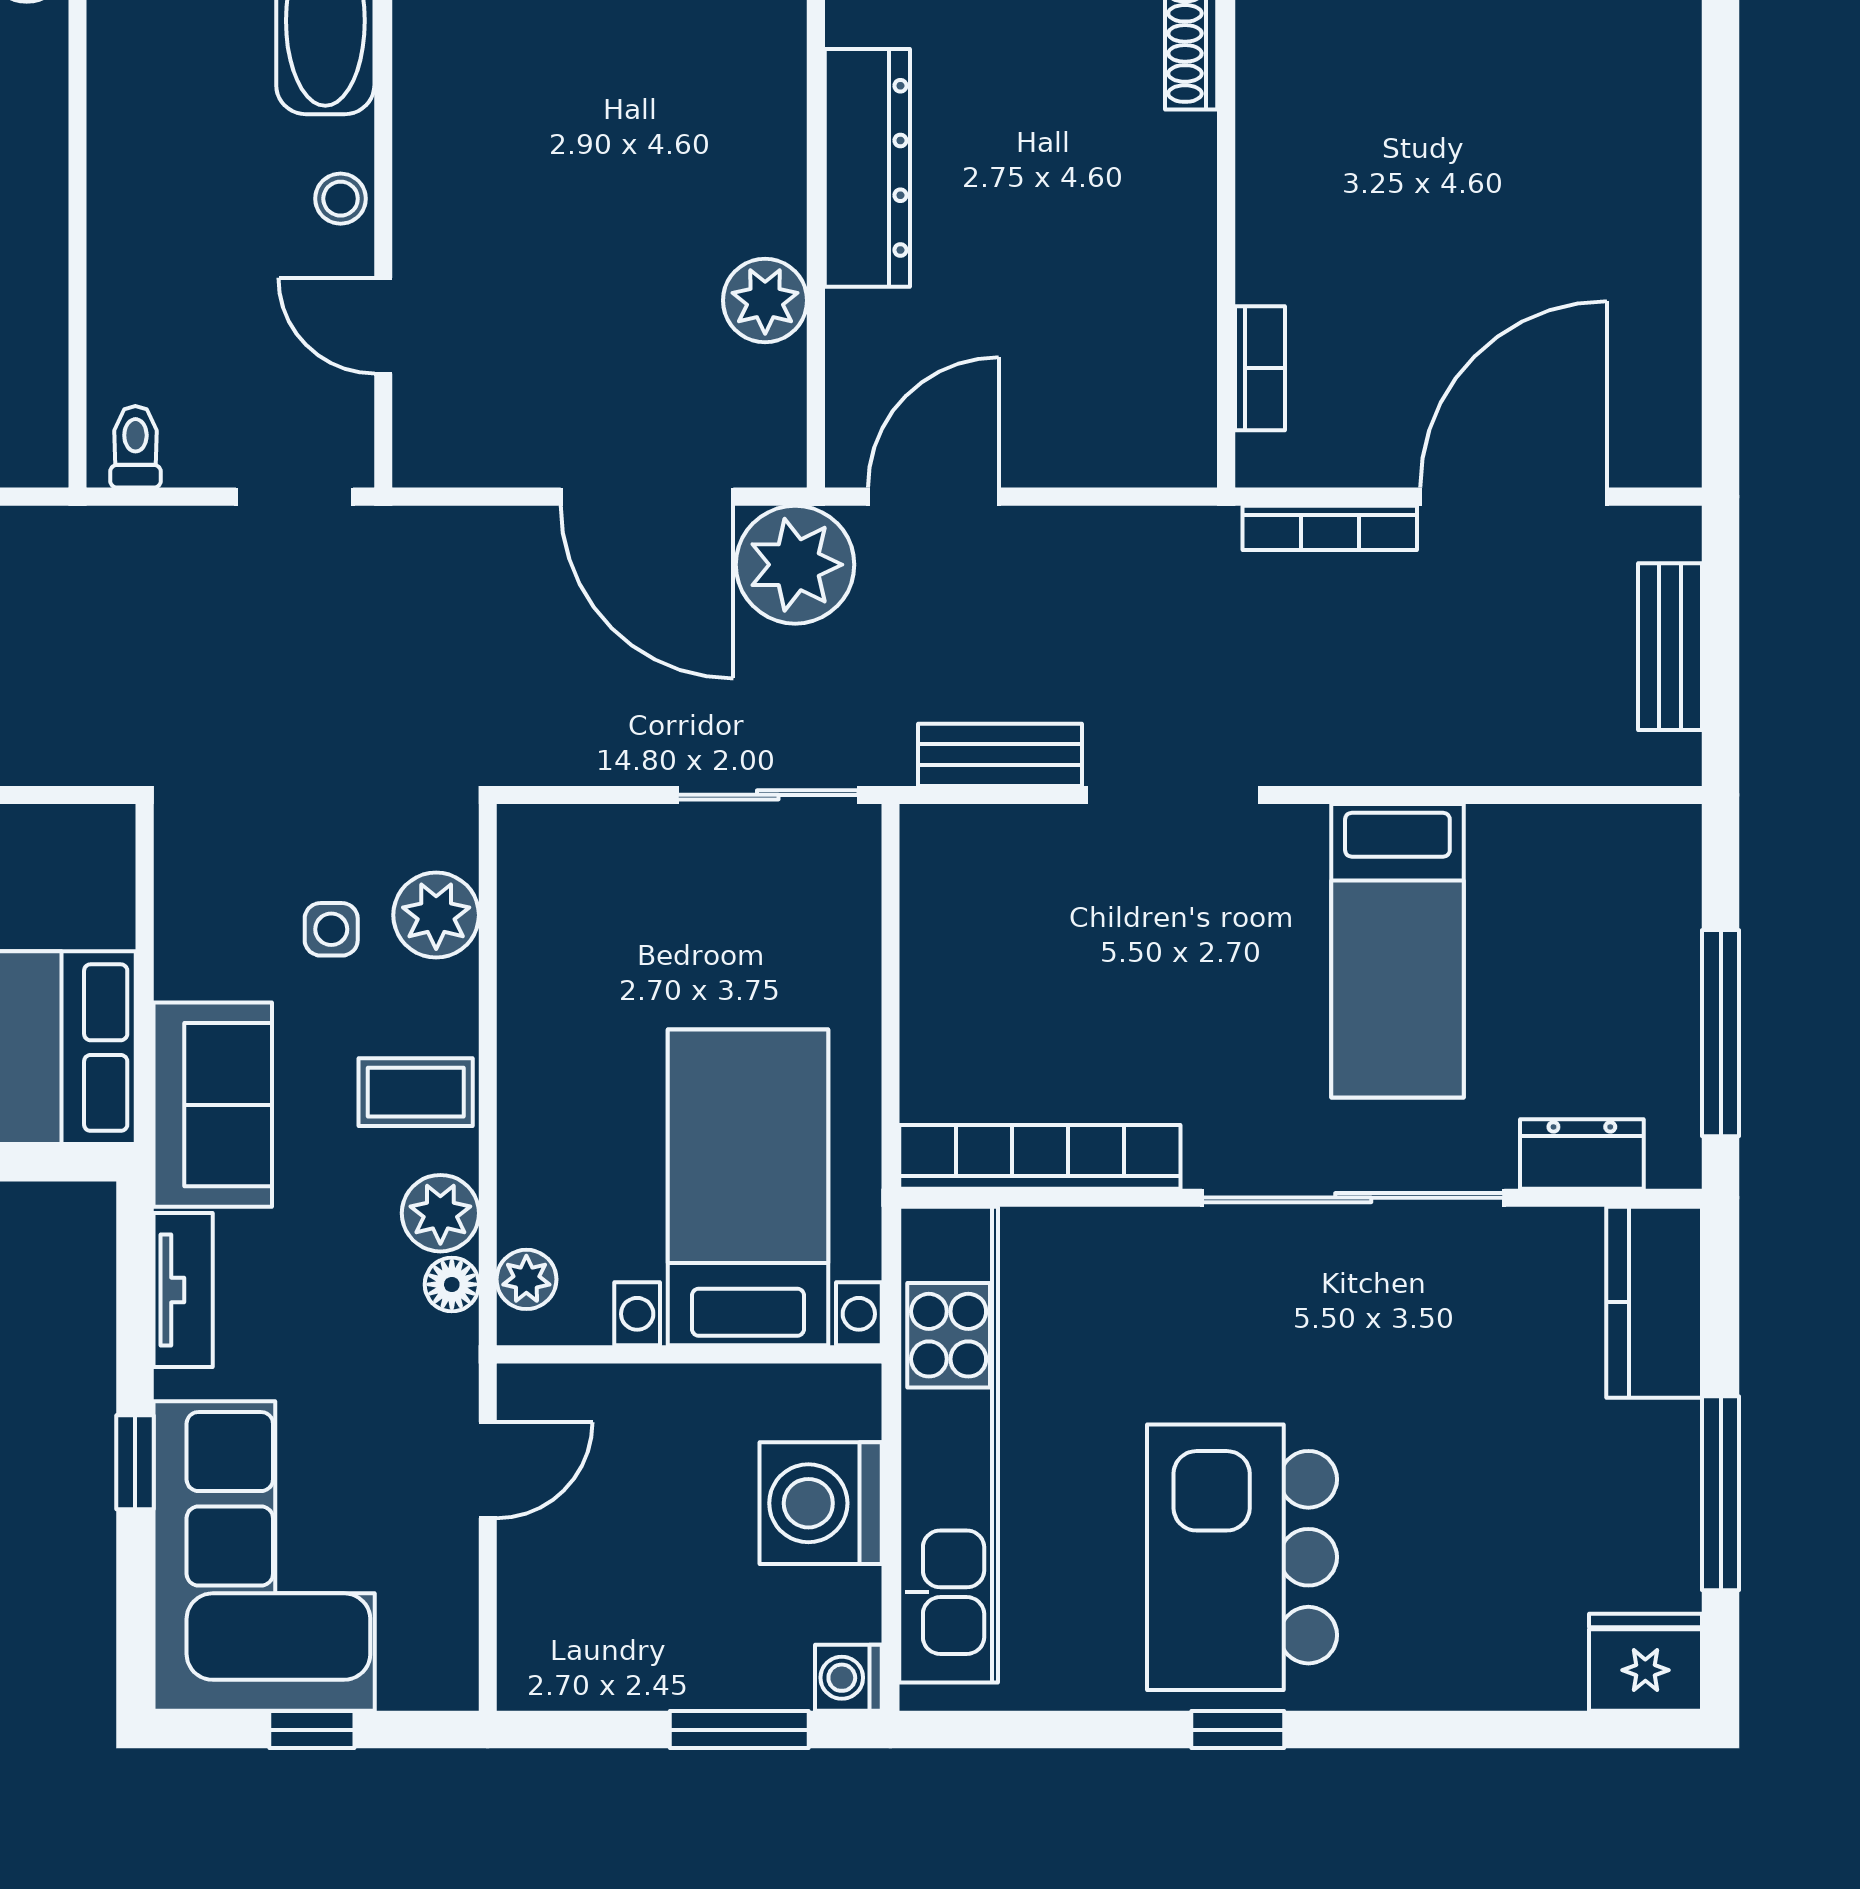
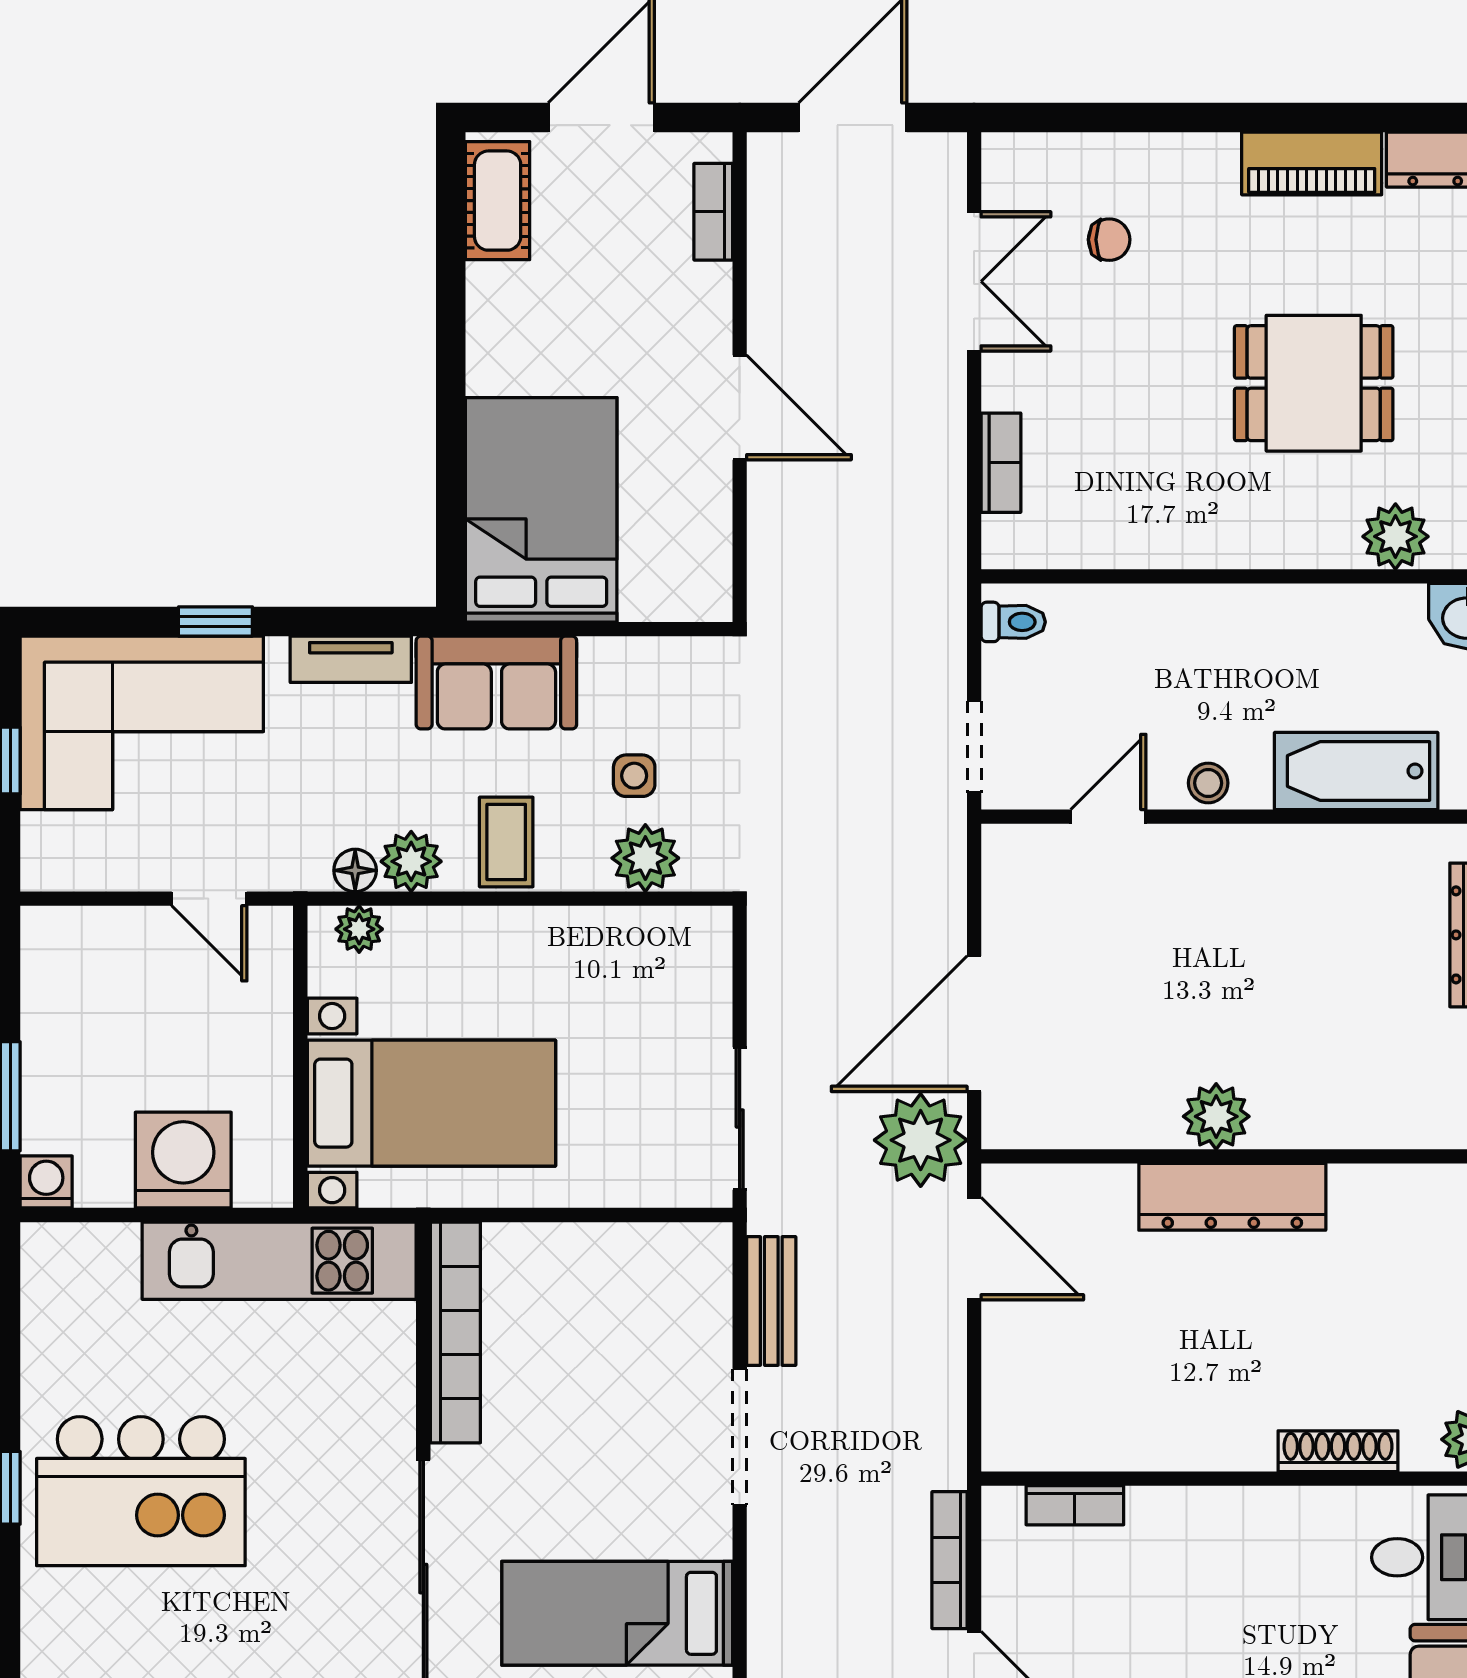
plant: (765, 300) -> (1216, 1116), moved
kitchen unit: (949, 1445) -> (279, 1261), width x0.73
kitchen island: (1242, 1557) -> (141, 1491), turned 180

